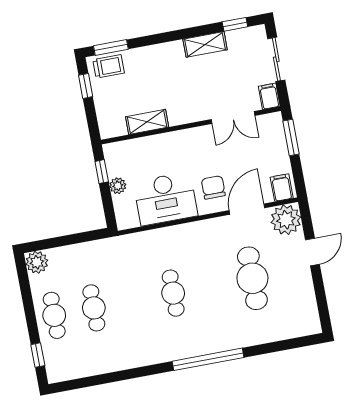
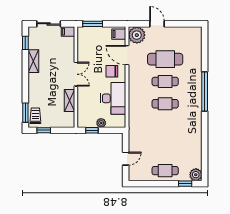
double door: (233, 117) -> (76, 74), moved
door: (63, 241) -> (126, 159), added
plant: (37, 262) -> (196, 175), moved
cafe table: (94, 308) -> (165, 81), moved

